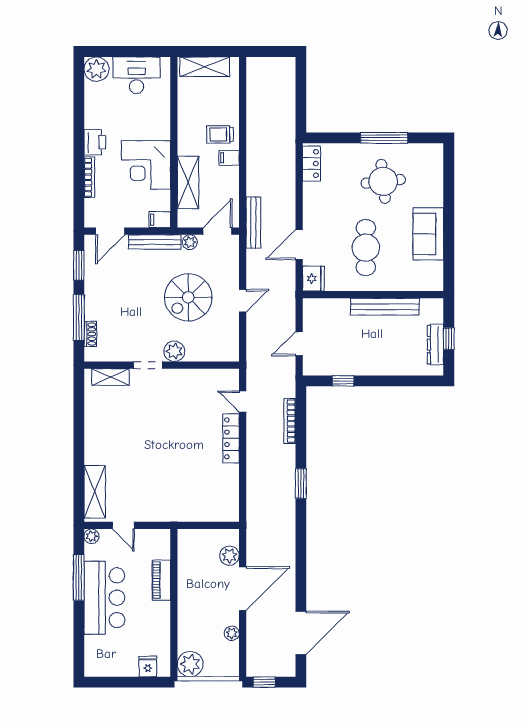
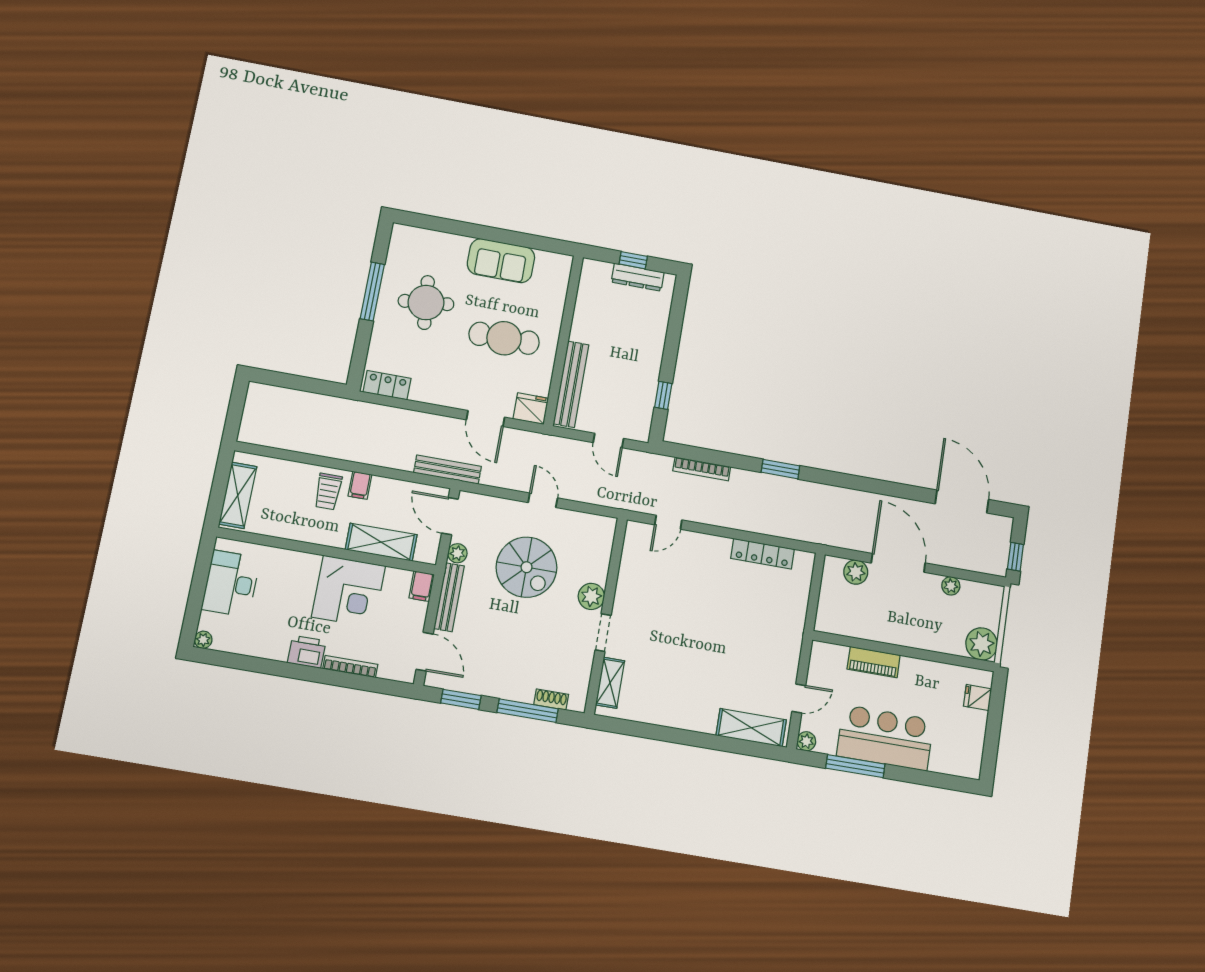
plant: (96, 69) -> (203, 640), width x0.53, depth x0.53
bench: (385, 307) -> (571, 384), moved
locker: (231, 438) -> (762, 554), moved

